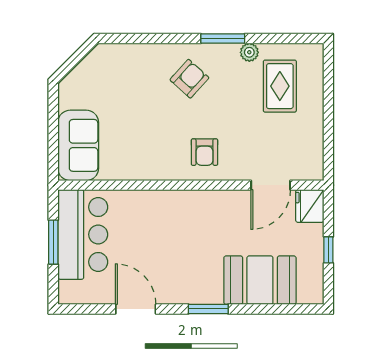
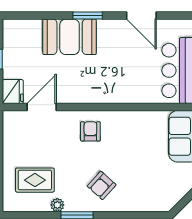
rug: (280, 86) -> (35, 180), turned 90
booth: (260, 280) -> (70, 37), moved

